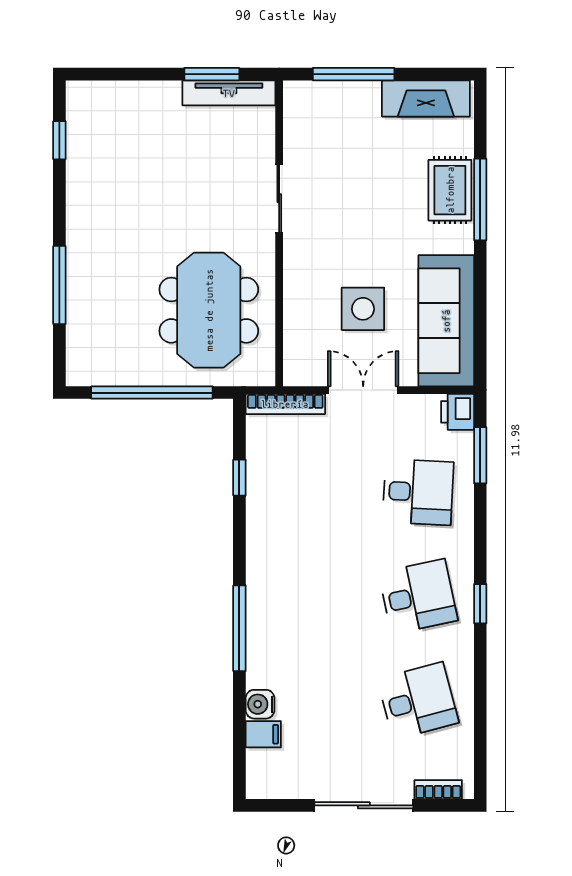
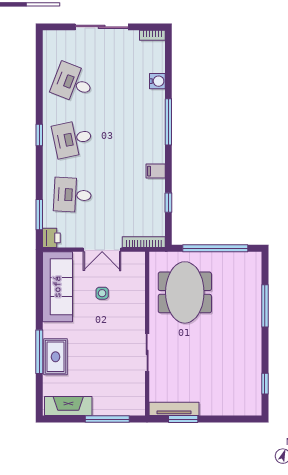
side table: (363, 309) -> (102, 293), width x0.54, depth x0.54
desk: (418, 701) -> (73, 83), turned 36
filing cabinet: (263, 734) -> (156, 171), moved
bookcase: (438, 790) -> (152, 35), moved

